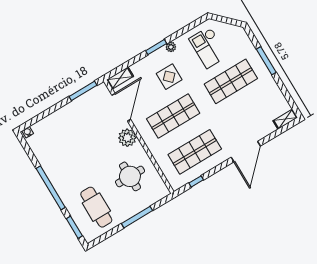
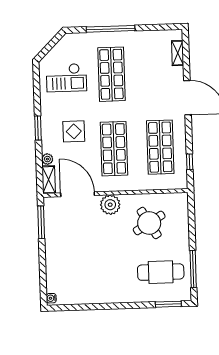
plant: (171, 47) -> (47, 159), moved
window: (266, 61) -> (111, 29), width x1.46
shelving: (285, 119) -> (178, 53), moved
round table: (130, 176) -> (149, 223), turned -31
window: (51, 188) -> (118, 306), removed
window: (137, 217) -> (193, 269), moved

